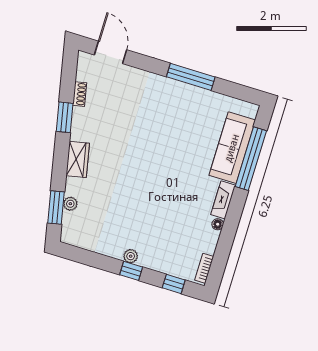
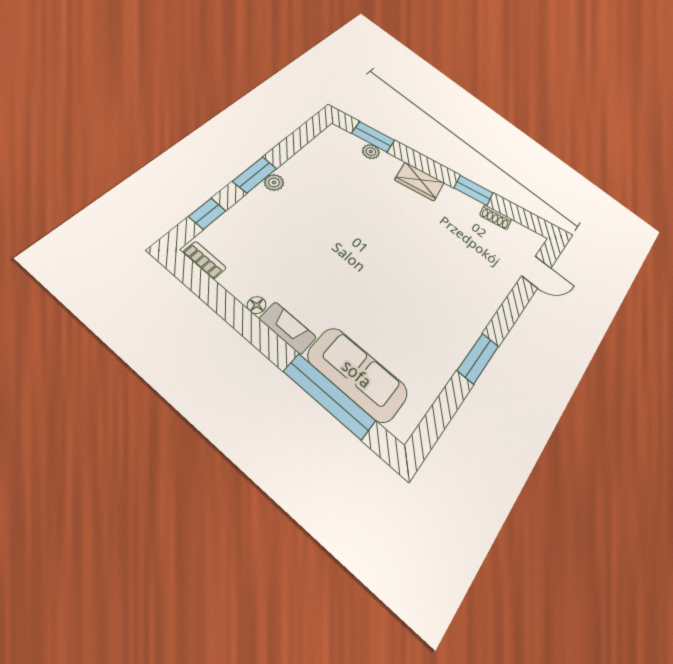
door: (110, 52) -> (536, 272), width x0.73
window: (191, 77) -> (478, 358), width x0.69
window: (131, 271) -> (255, 175), width x1.50

